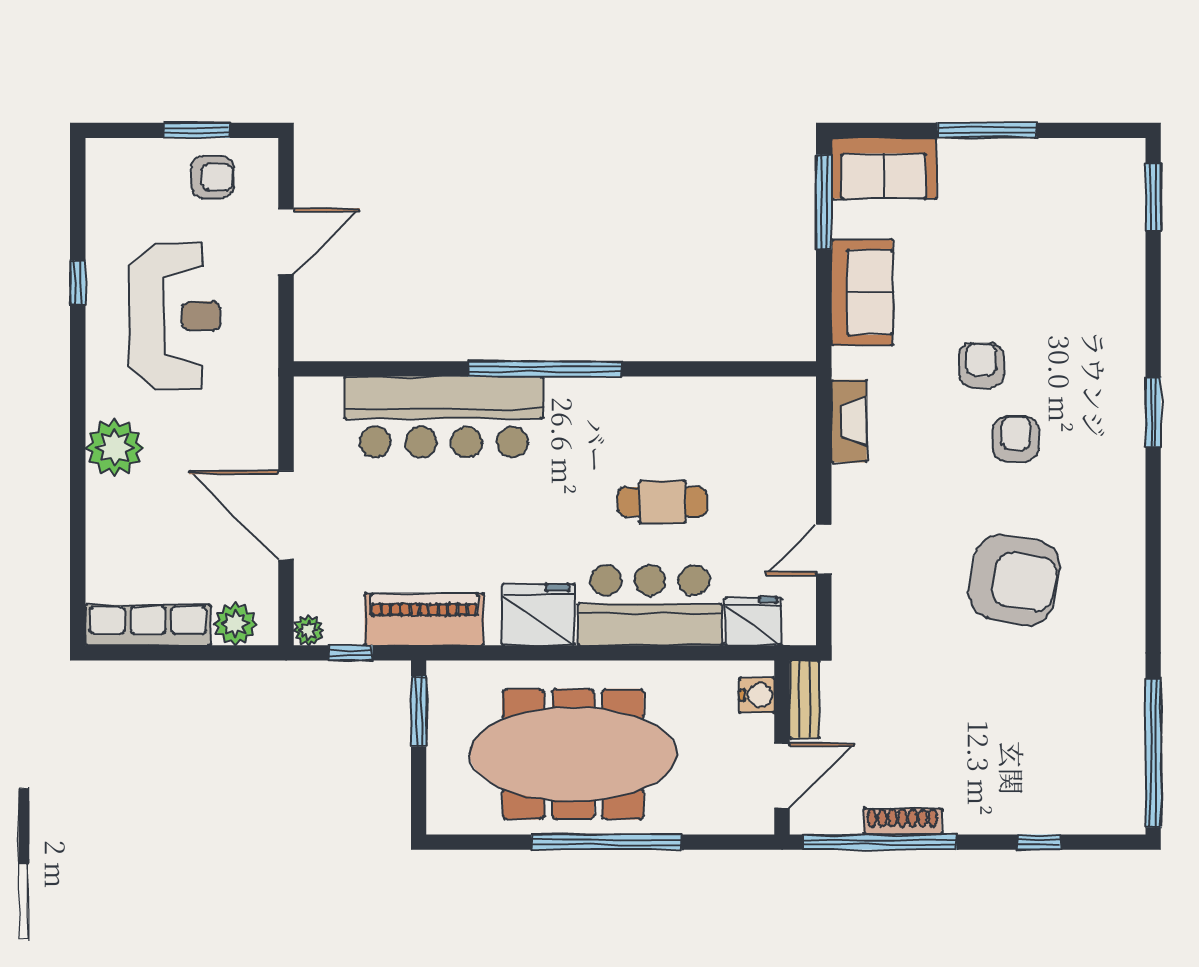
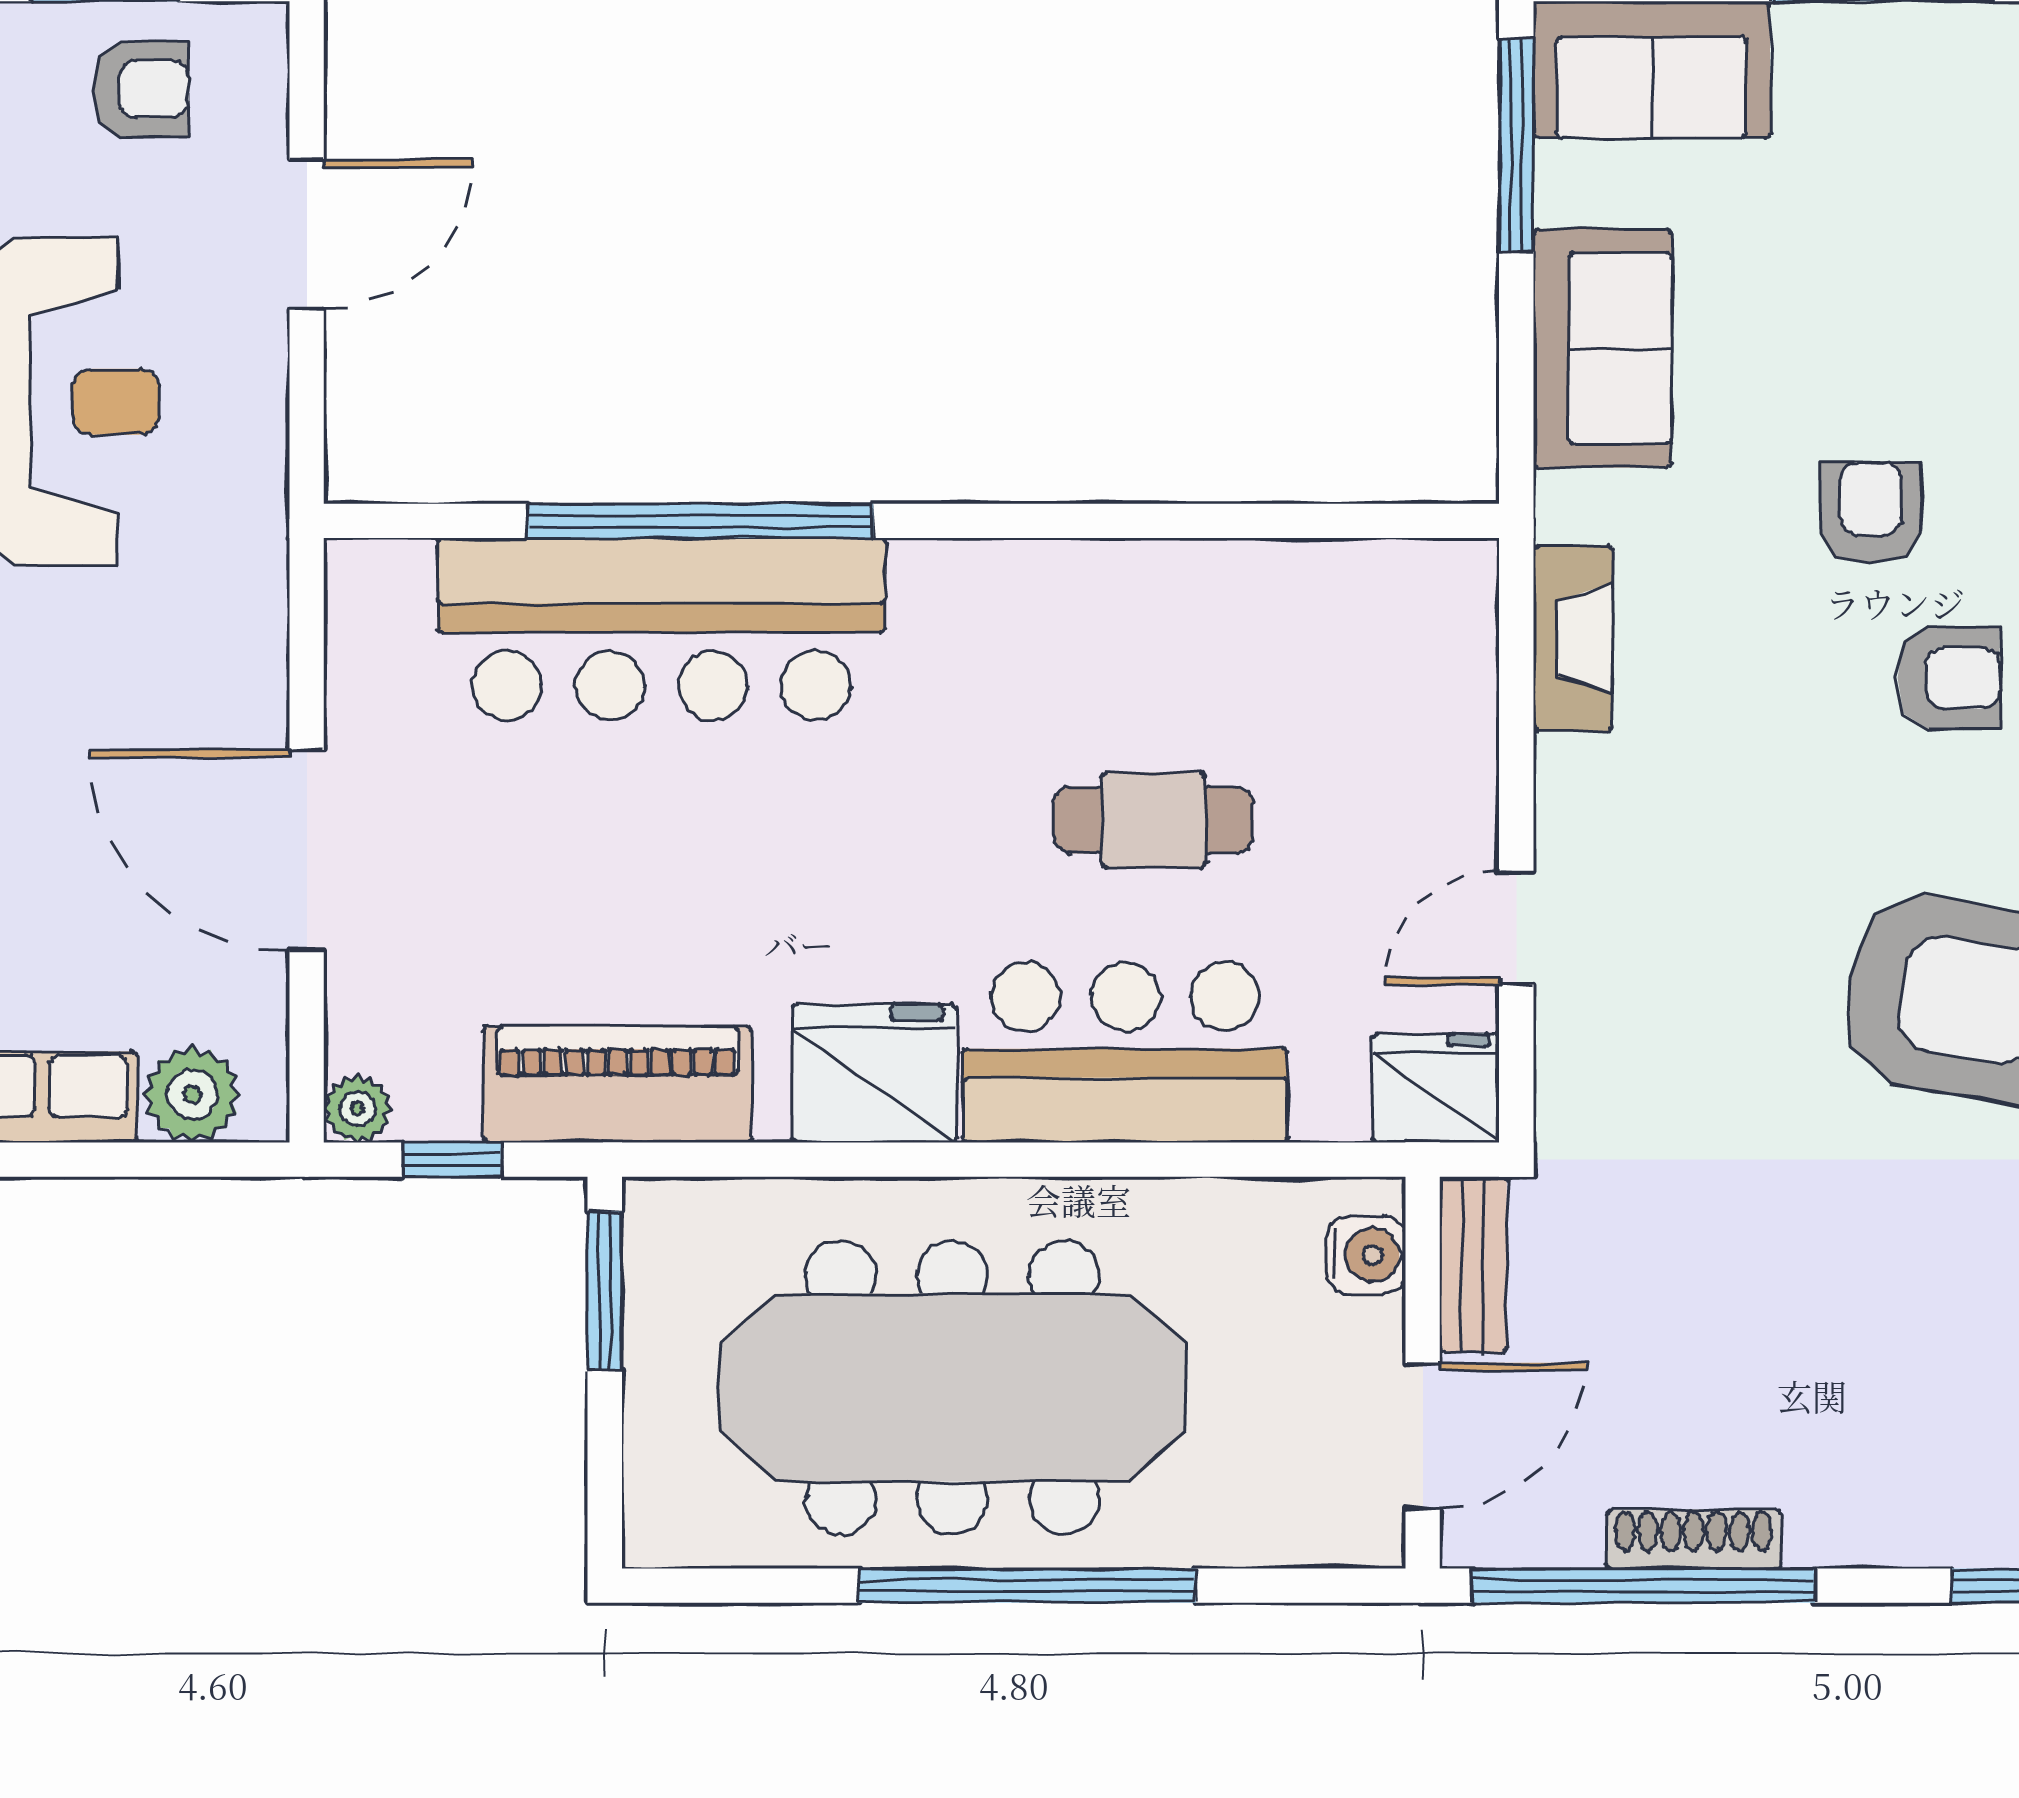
window: (545, 369) -> (700, 521), moved
armchair: (1016, 439) -> (1949, 678), turned 90
fridge: (753, 621) -> (1436, 1088), moved

